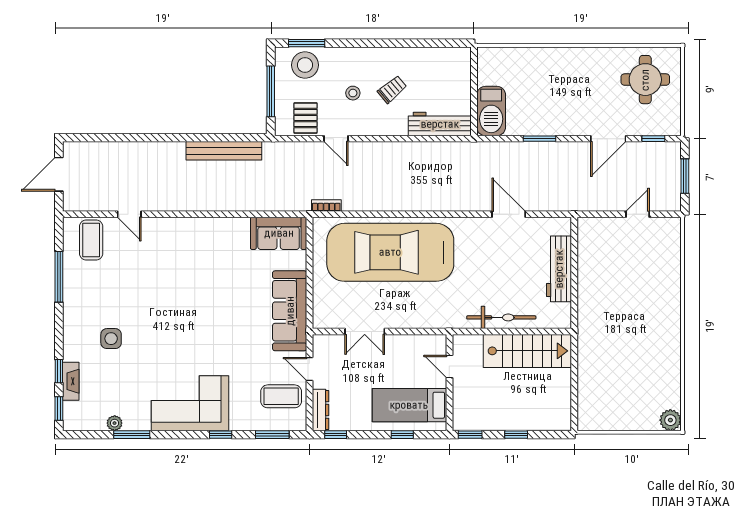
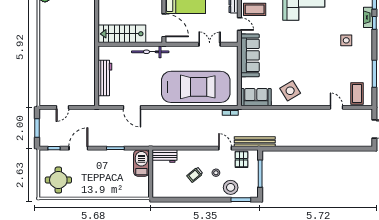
stool: (305, 65) -> (231, 187), moved
workbench: (440, 124) -> (164, 156), width x0.73
bench: (224, 151) -> (255, 142), moved
side table: (215, 245) -> (290, 91), added
bicycle: (501, 317) -> (150, 52), moved
door: (449, 366) -> (164, 25), width x1.88

